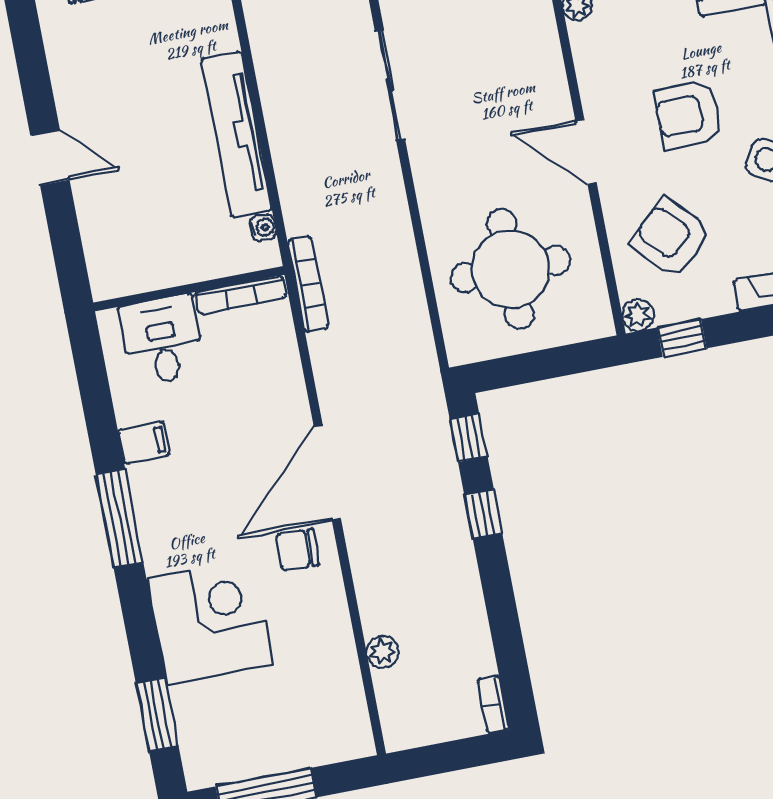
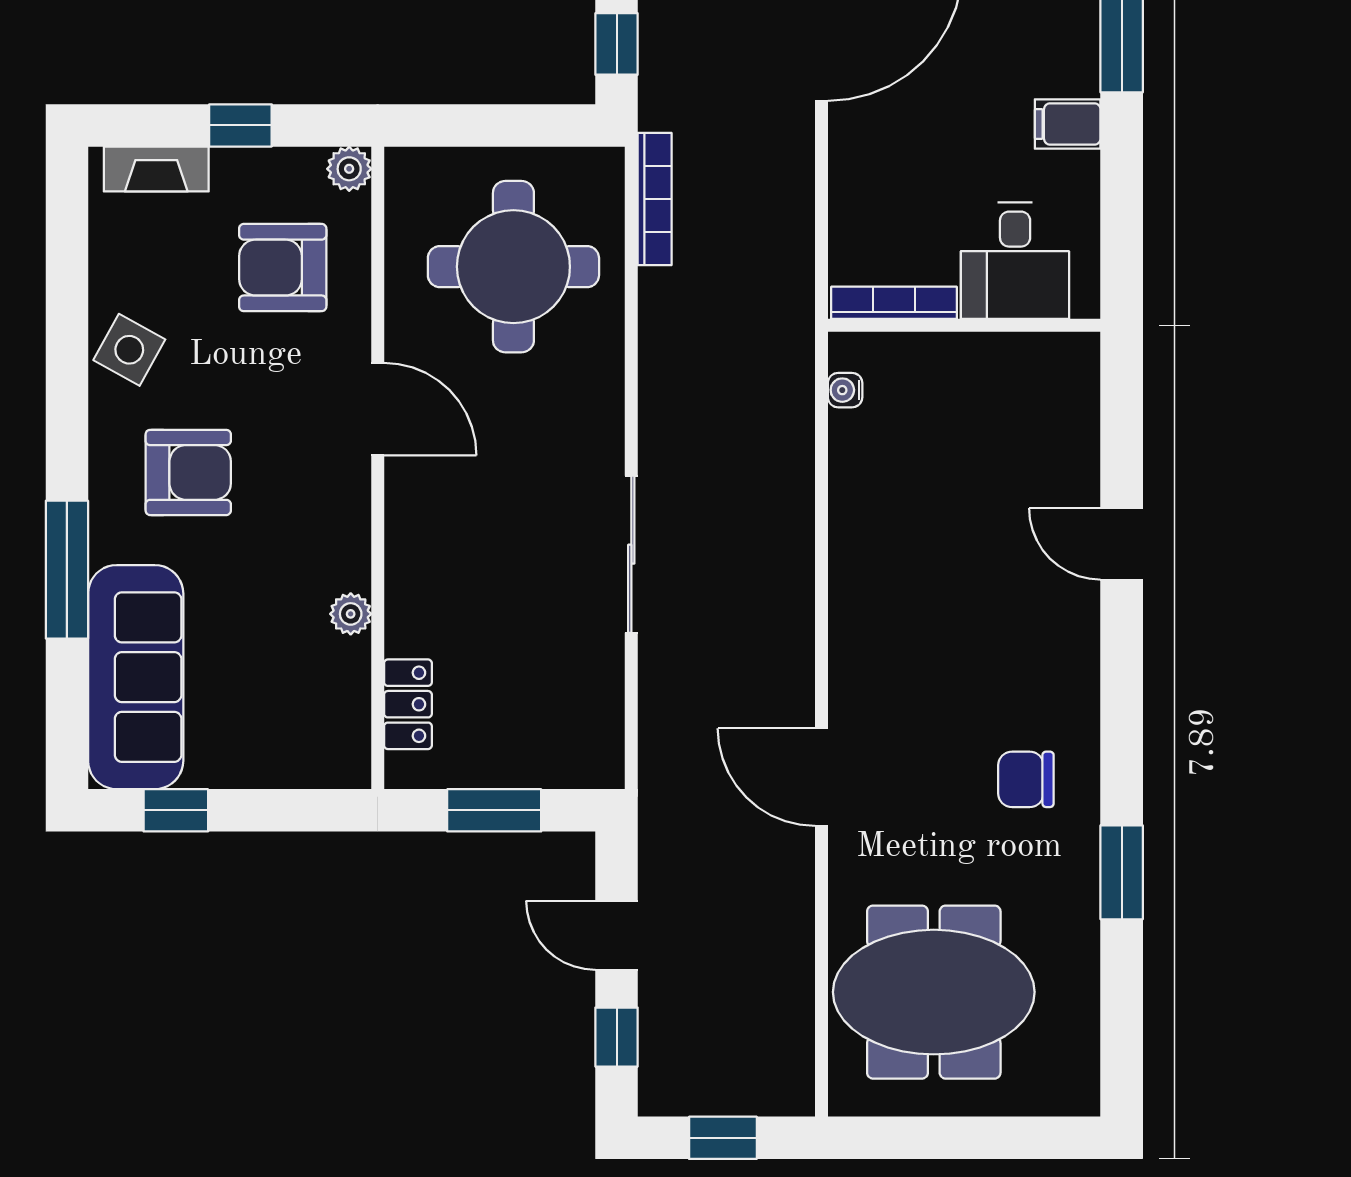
armchair: (688, 115) -> (188, 472), moved
tv unit: (237, 135) -> (857, 526), removed
armchair: (671, 238) -> (283, 268), turned 133
bookcase: (308, 284) -> (655, 199), moved, turned 180
window: (682, 338) -> (240, 125), moved

